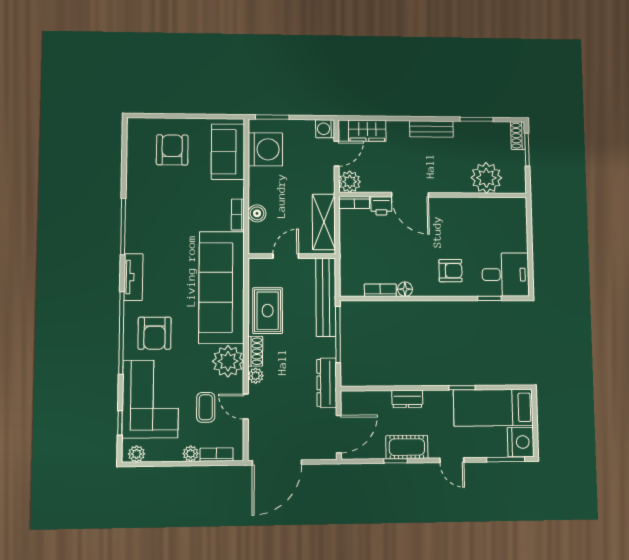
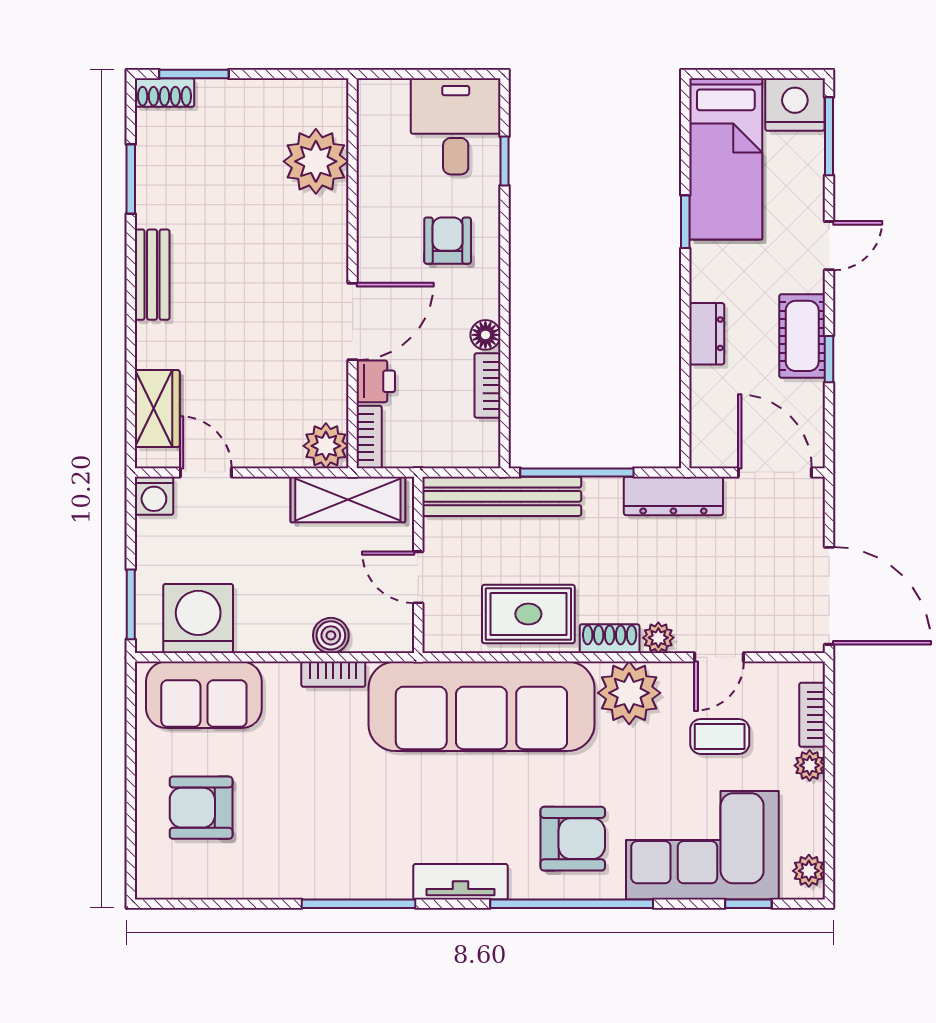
plant: (486, 178) -> (316, 161), moved
plant: (350, 182) -> (326, 446), moved
door: (410, 195) -> (353, 321), moved
wall: (433, 195) -> (353, 273), moved
bookcase: (354, 203) -> (369, 437), moved
printer: (381, 206) -> (376, 381), moved

